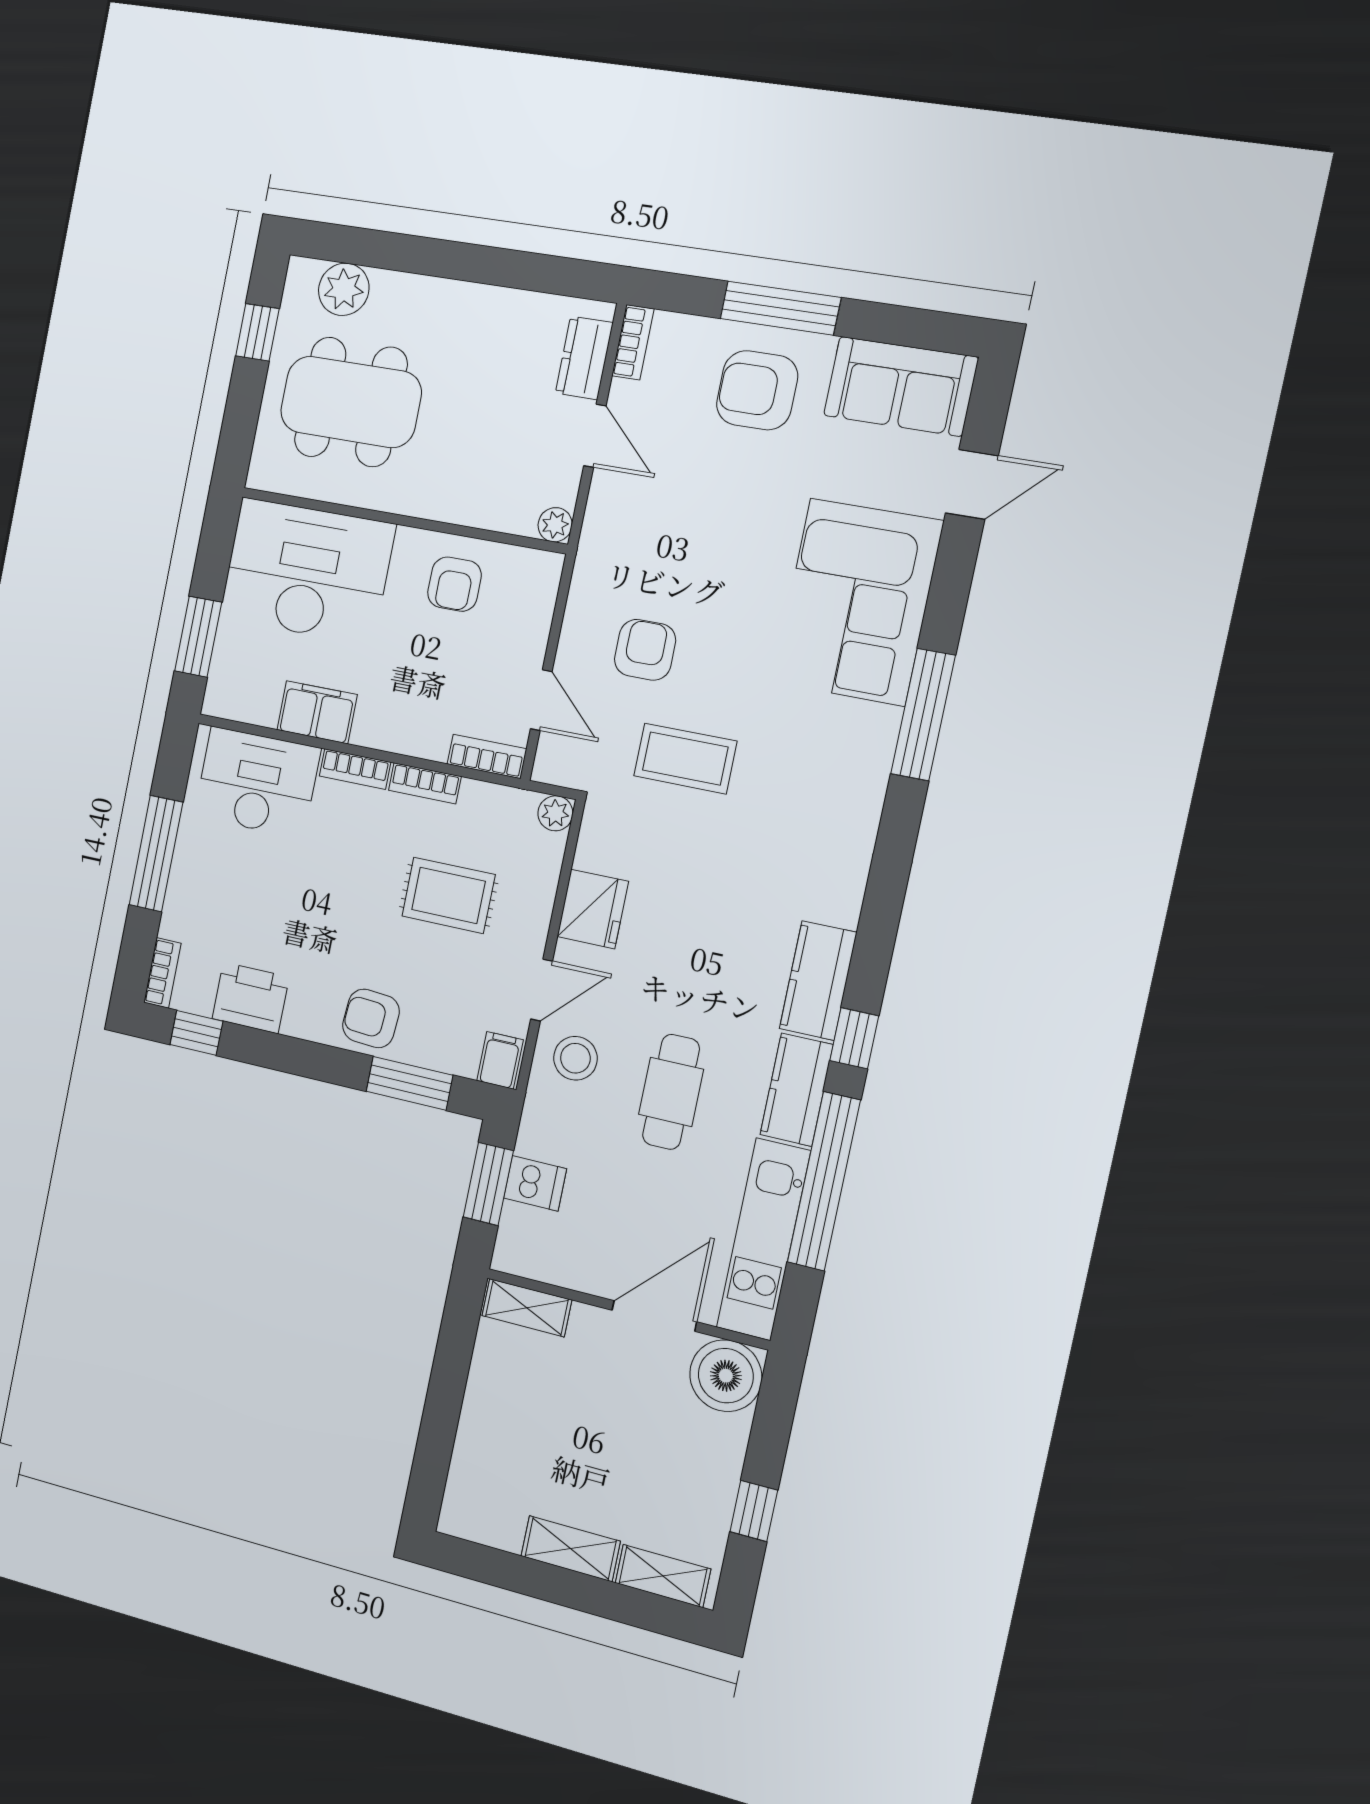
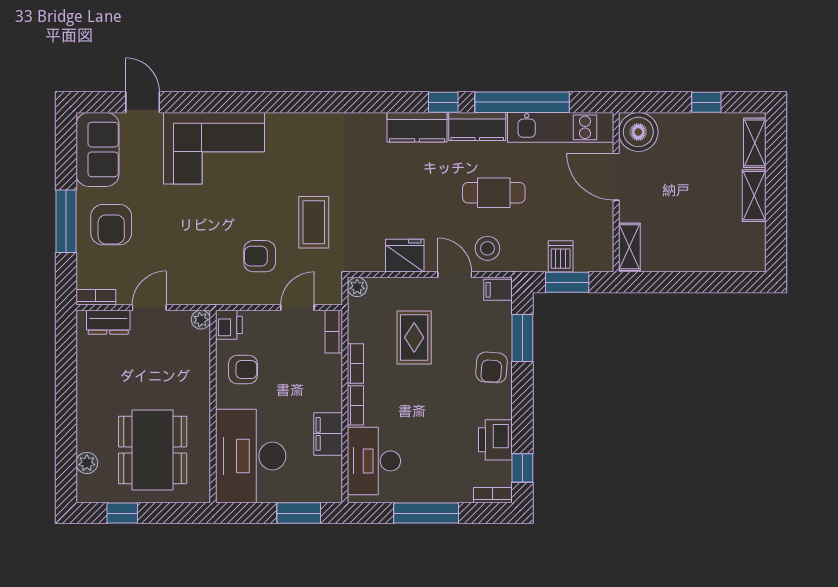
plant: (344, 289) -> (87, 463), width x0.73, depth x0.73
printer: (536, 573) -> (229, 325), added
window: (923, 715) -> (267, 102), removed

